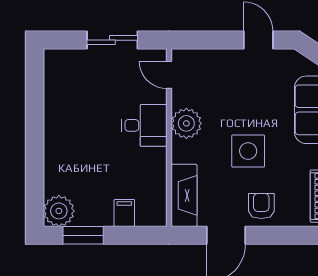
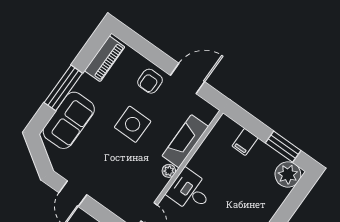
plant: (186, 123) -> (169, 171), width x0.53, depth x0.53
fireplace: (184, 195) -> (185, 141), moved

